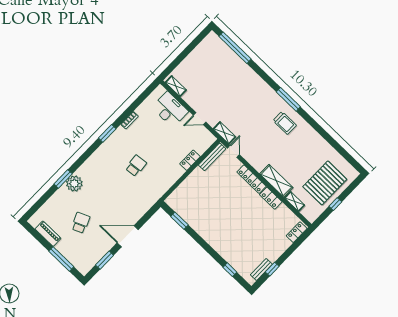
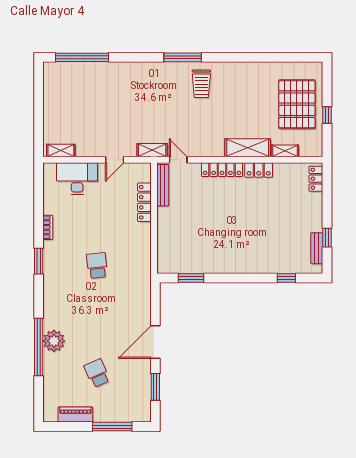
trolley: (285, 123) -> (201, 84), turned 90
locker: (190, 160) -> (144, 202), width x1.53
window: (63, 179) -> (39, 347), width x2.11

